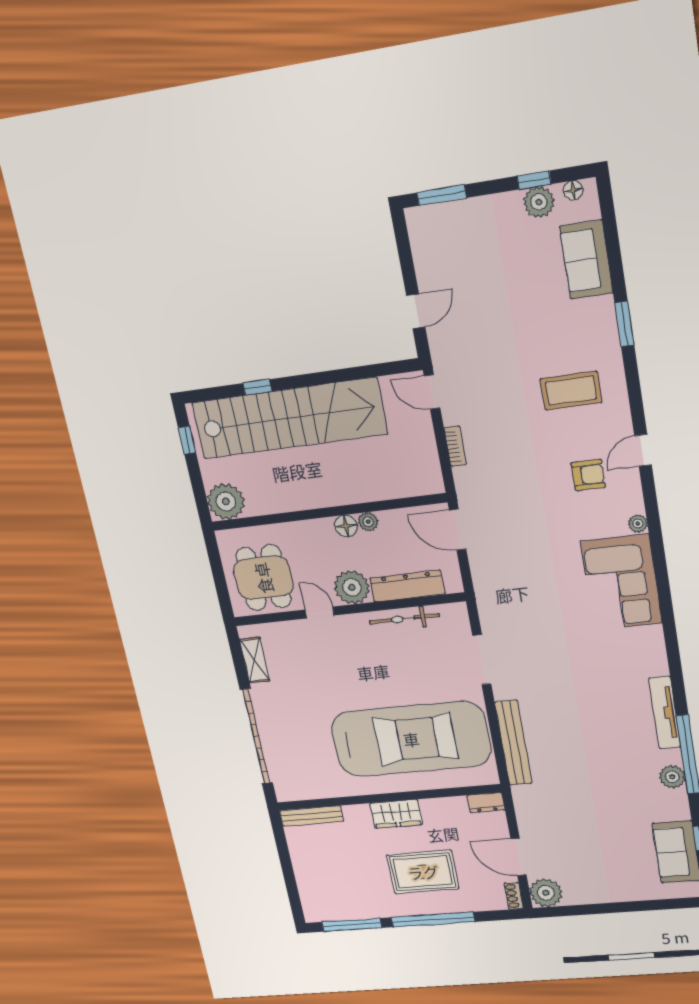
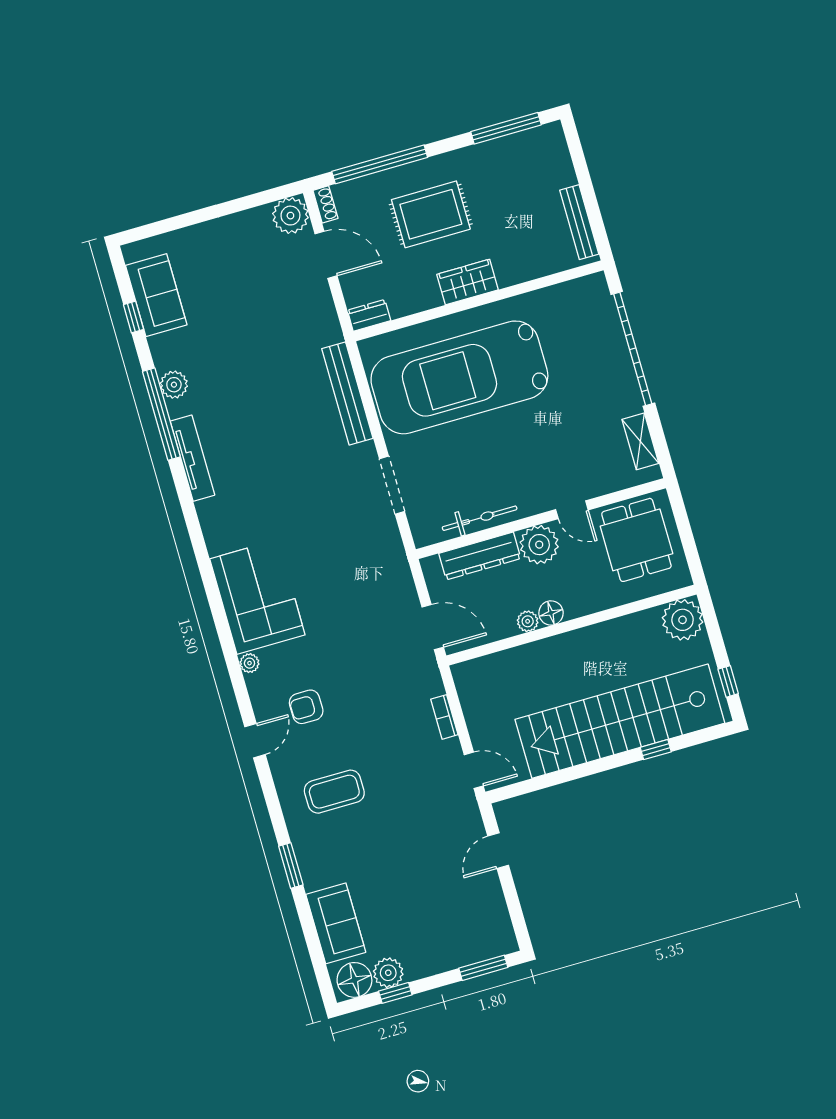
floor lamp: (573, 190) -> (354, 980), width x1.89, depth x1.89
bench: (311, 816) -> (579, 222), moved, turned 90
window: (433, 920) -> (380, 164), moved

